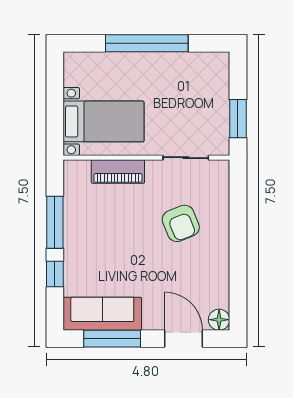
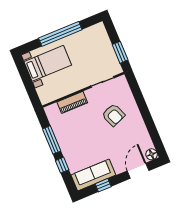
bed with nightstands: (104, 121) -> (48, 63), moved
window: (112, 339) -> (103, 185), width x0.46
door: (183, 339) -> (138, 171), hinge flipped

